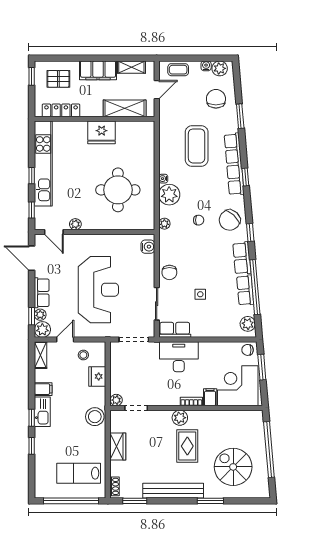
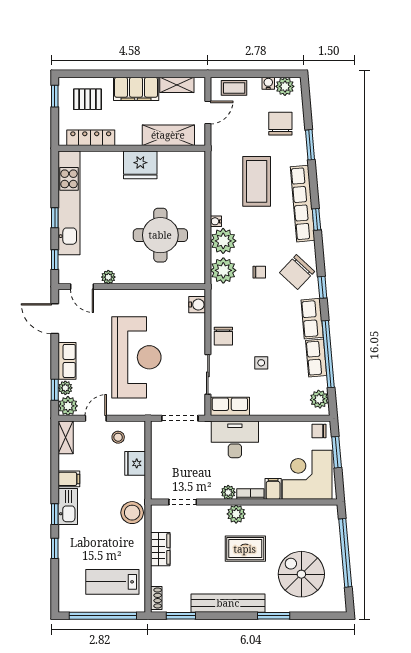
plant: (164, 224) -> (223, 270), width x1.88, depth x1.88
plant: (116, 400) -> (228, 492), moved
rug: (187, 446) -> (245, 549), turned 90

